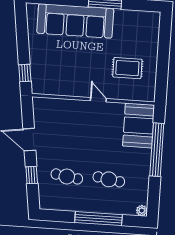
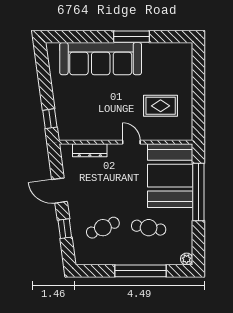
dresser: (60, 105) -> (90, 150), added
booth: (139, 125) -> (170, 176), width x1.36, depth x1.42
cafe table: (67, 176) -> (103, 228), turned -33

